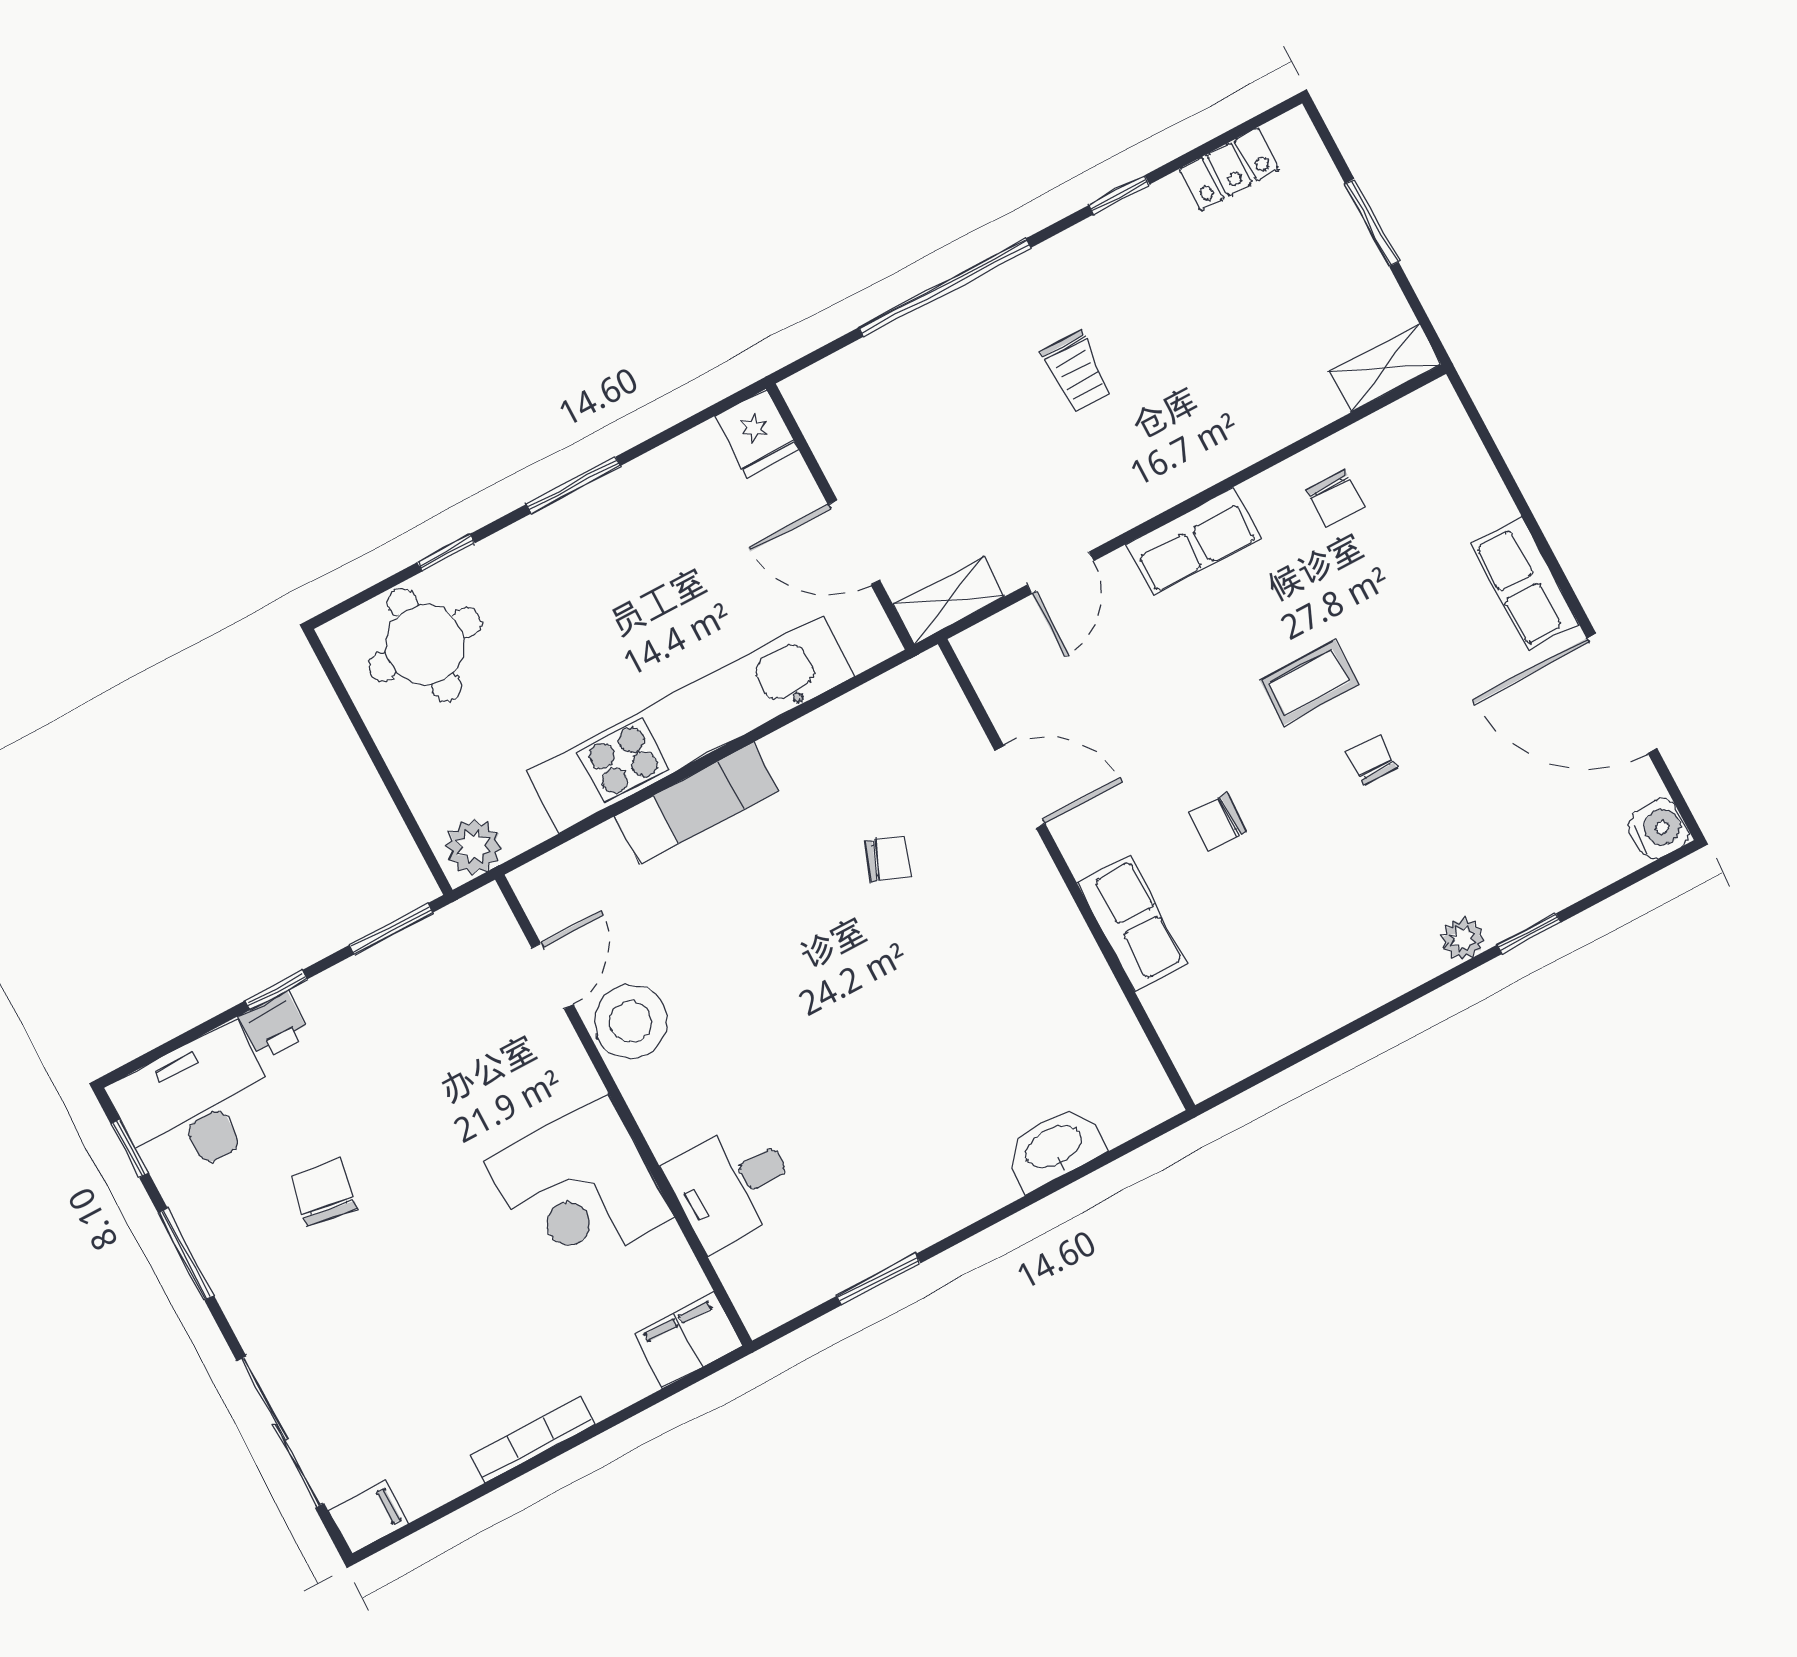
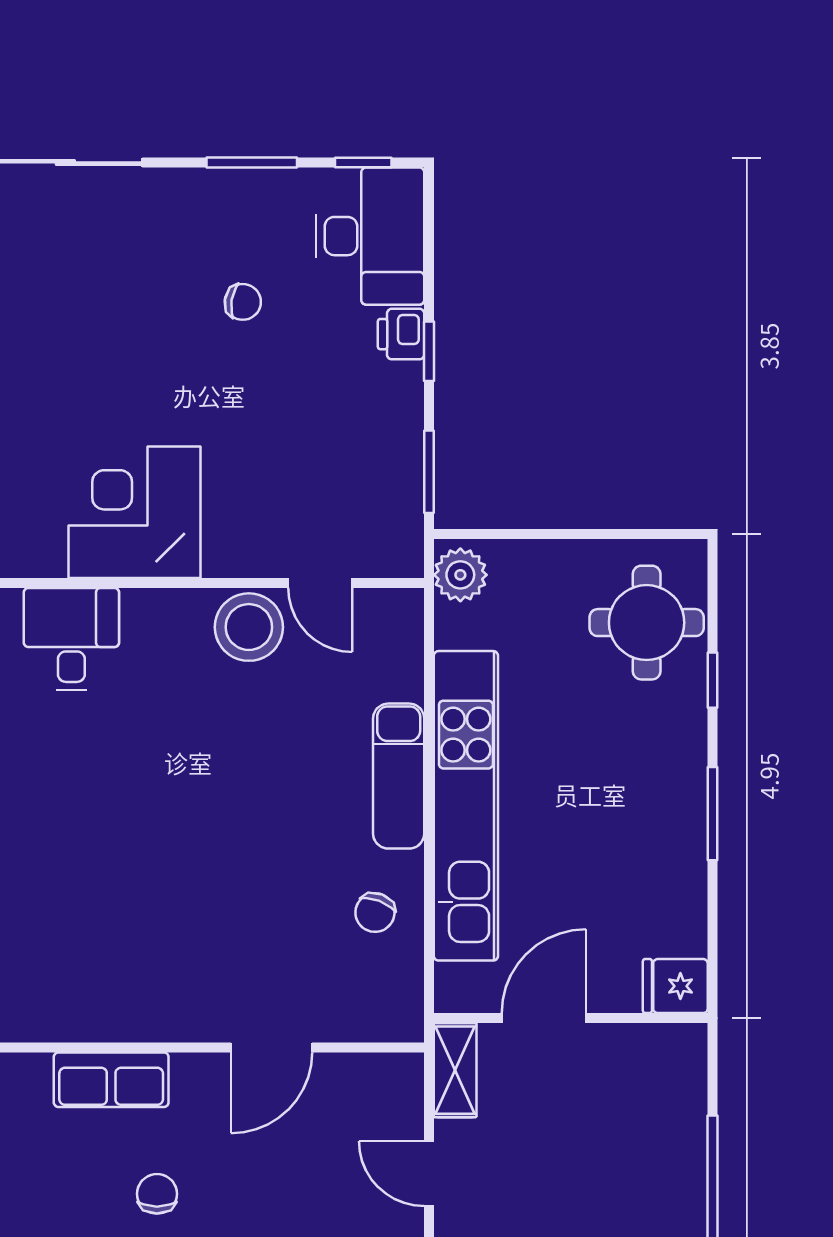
chair: (889, 859) -> (375, 912), moved
chair: (324, 1192) -> (243, 302), width x0.73, depth x0.73

